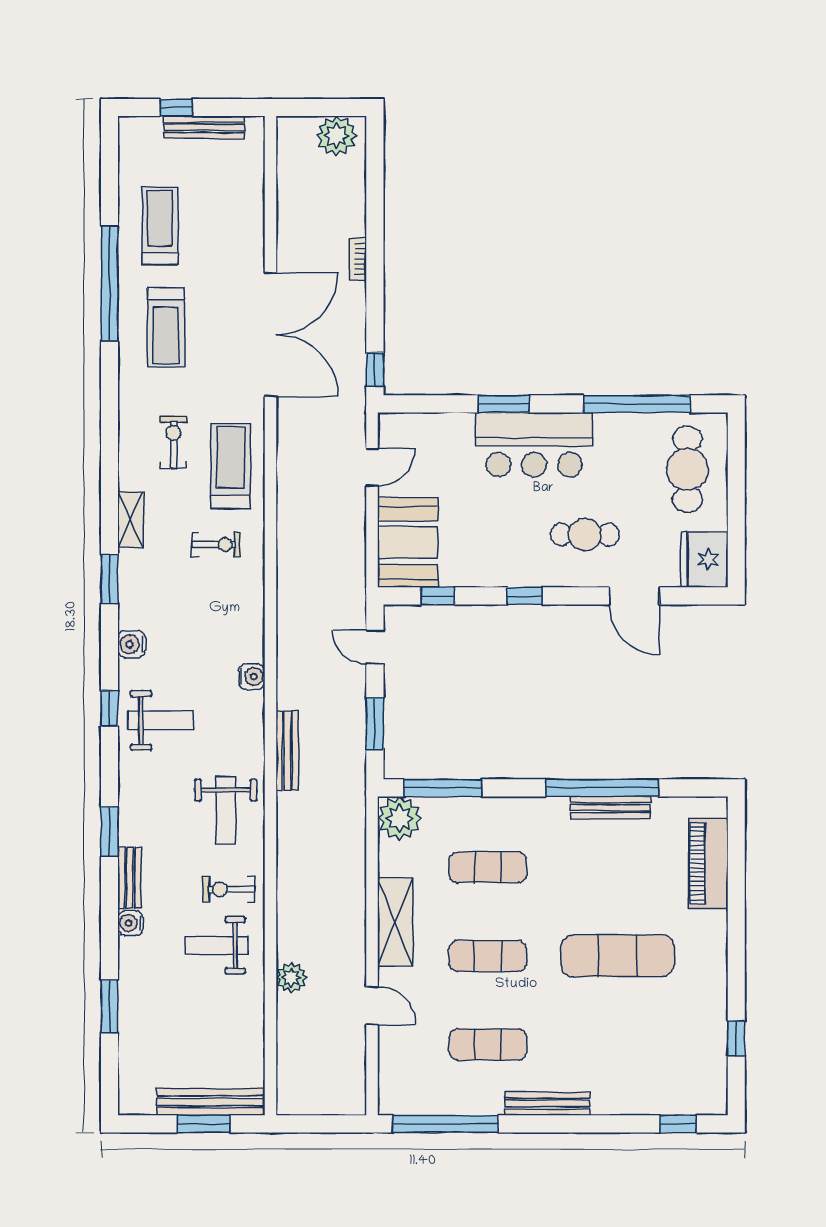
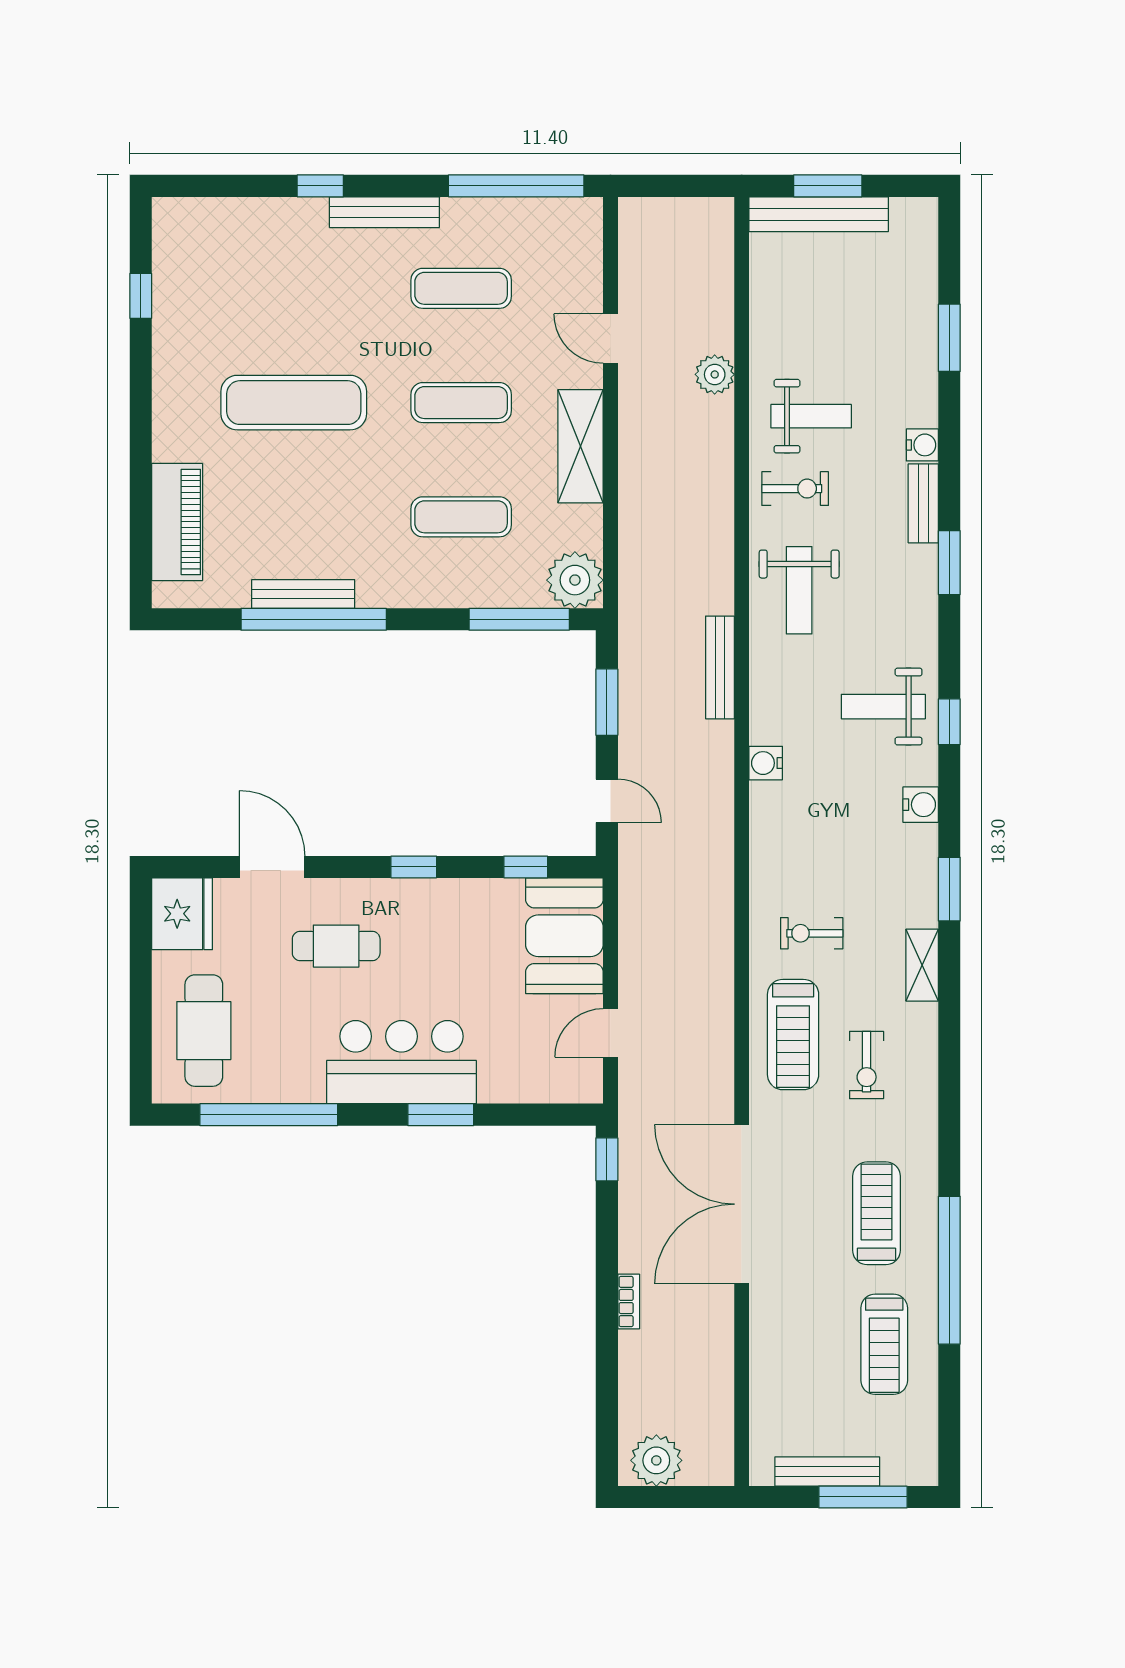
window: (176, 108) -> (863, 1497), width x2.17
weight bench: (226, 810) -> (799, 590), turned 180
window: (678, 1124) -> (320, 186), moved

